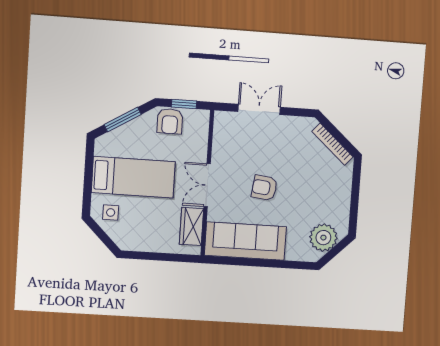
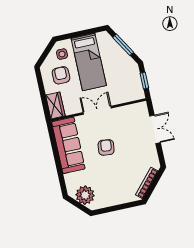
armchair: (170, 121) -> (61, 75), moved, turned 90
wardrobe: (192, 226) -> (55, 105), moved, turned 90

